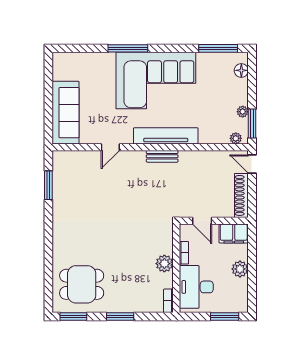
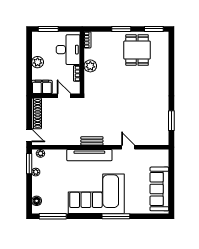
sofa: (66, 113) -> (159, 189), moved
door: (110, 147) -> (128, 147), hinge flipped
dining table: (82, 284) -> (137, 50), moved, turned 90

